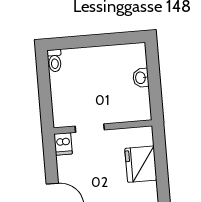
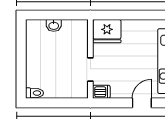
fridge: (141, 164) -> (107, 31), moved

